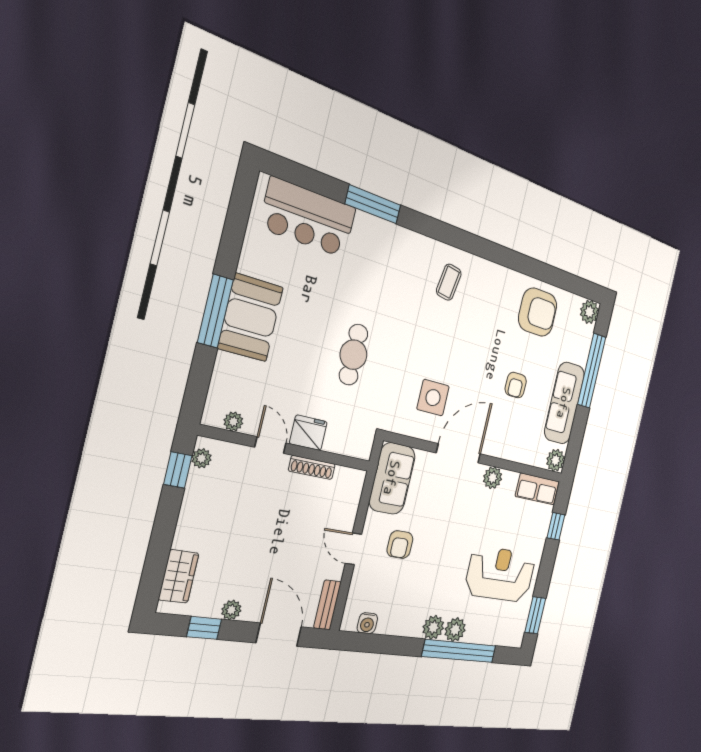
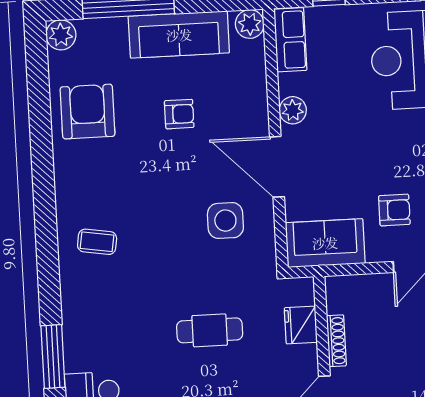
fridge: (308, 433) -> (301, 325), moved

